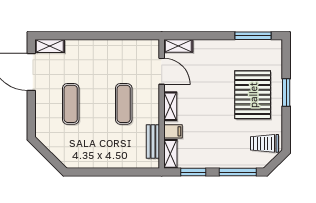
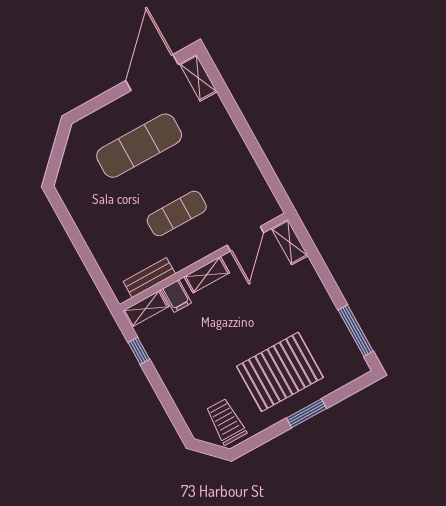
exercise mat: (71, 104) -> (139, 146), width x1.36, depth x1.45
window: (193, 172) -> (139, 351), width x0.67
window: (238, 172) -> (170, 408), removed

